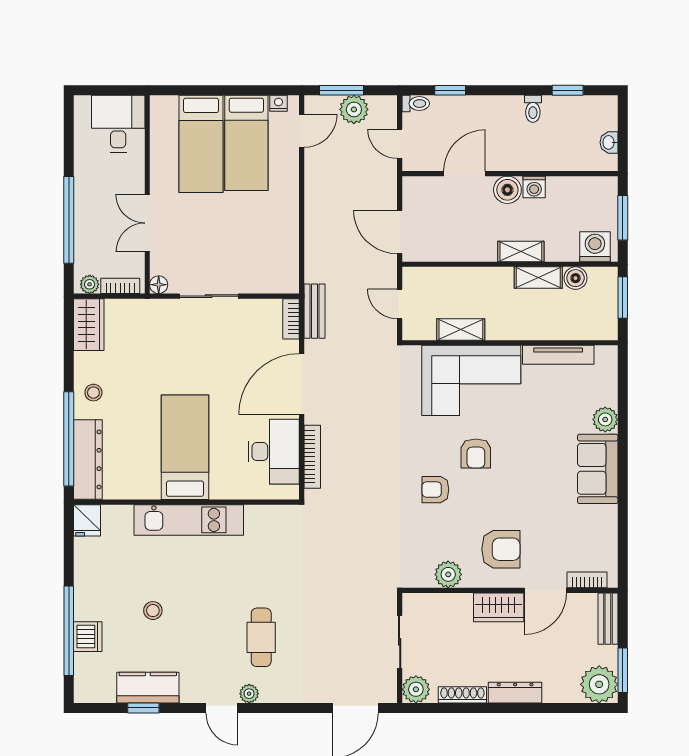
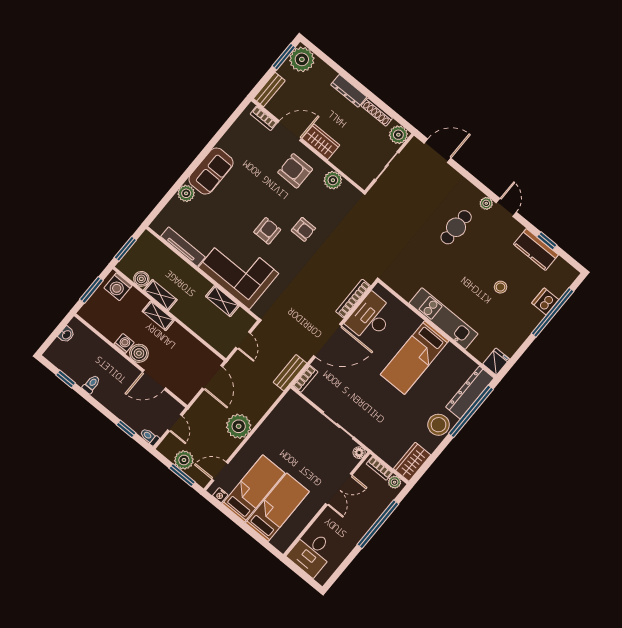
plant: (323, 200) -> (239, 426), added
stool: (93, 393) -> (439, 425), width x1.89, depth x1.89

